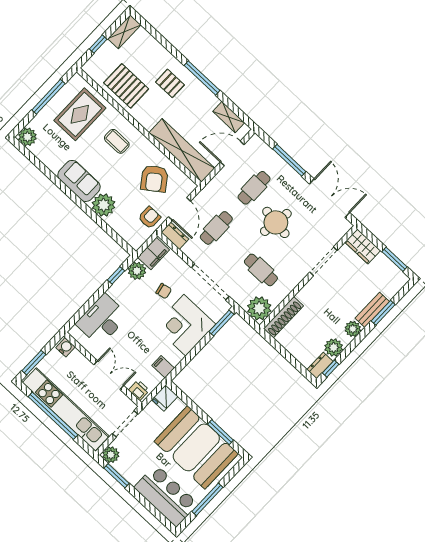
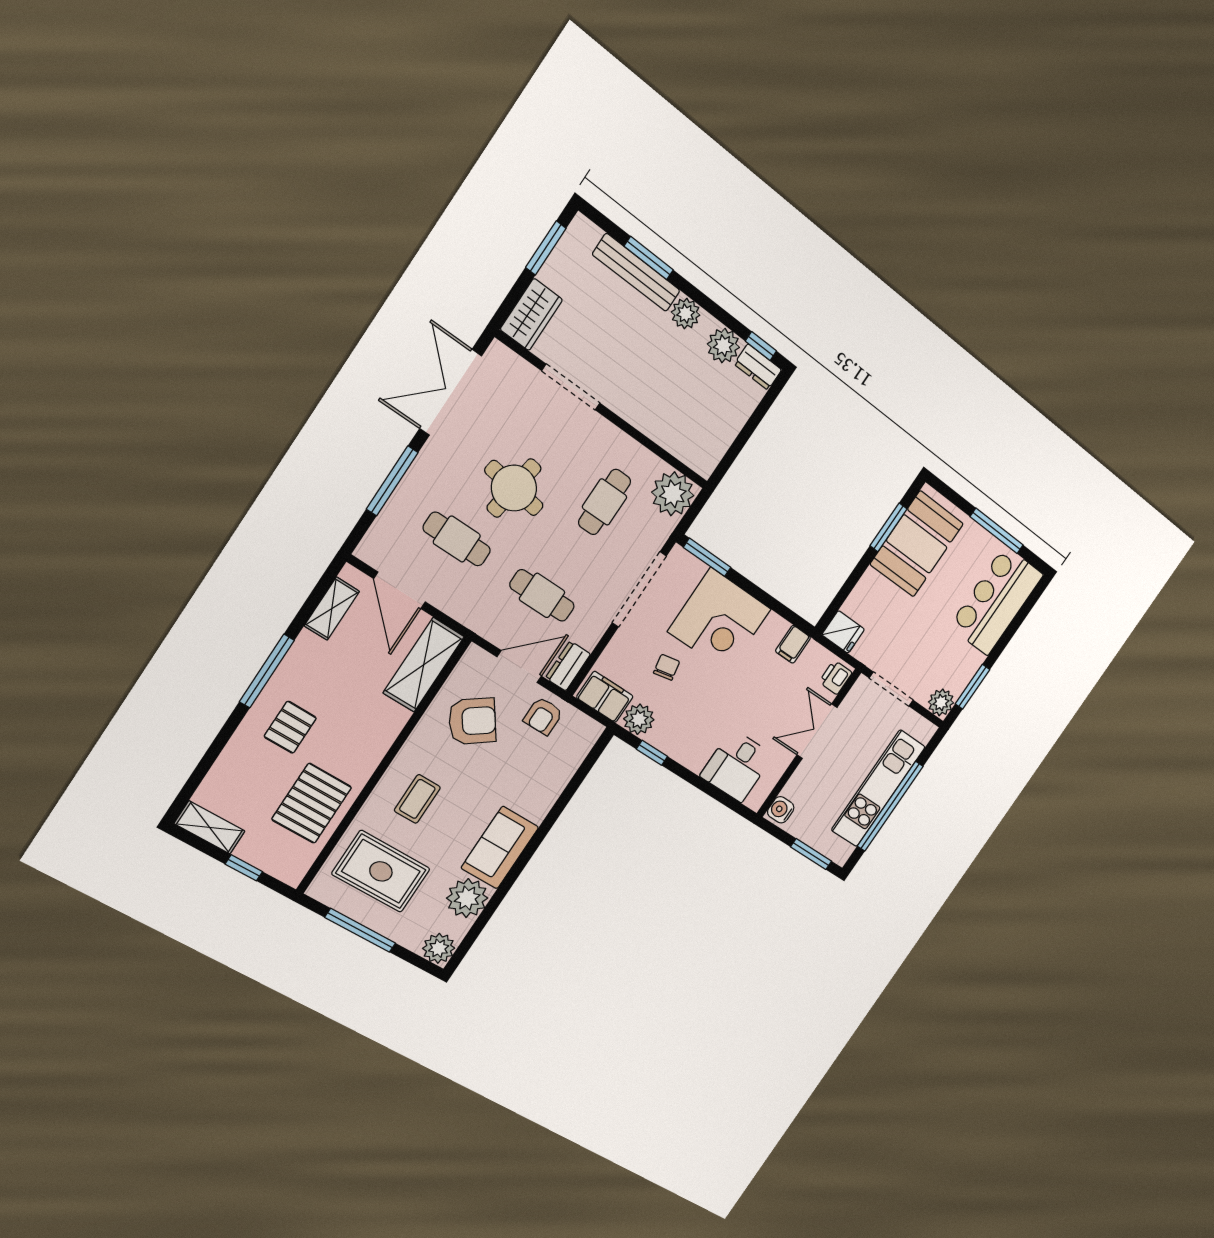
shelving: (182, 150) -> (424, 665), width x0.68
plant: (104, 205) -> (467, 898), moved
armchair: (149, 218) -> (543, 716), turned -90
bench: (372, 310) -> (636, 273), width x1.36
shoe rack: (283, 317) -> (682, 447), removed
desk: (102, 320) -> (737, 766), width x0.73
kitchen unit: (66, 409) -> (878, 788), width x0.73
booth: (196, 447) -> (917, 544), width x0.73, depth x0.70

